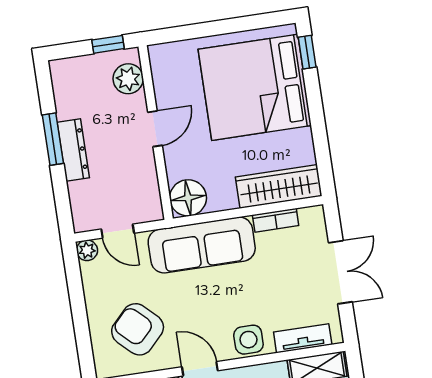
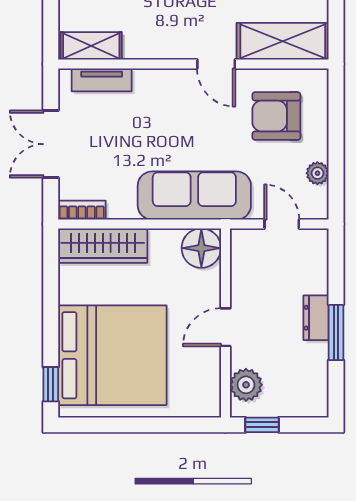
dresser: (73, 150) -> (316, 318), width x0.70
bookcase: (276, 220) -> (82, 210), moved
plant: (87, 250) -> (317, 173), moved
armchair: (138, 329) -> (276, 116), turned 136
side table: (248, 340) -> (160, 87), removed

